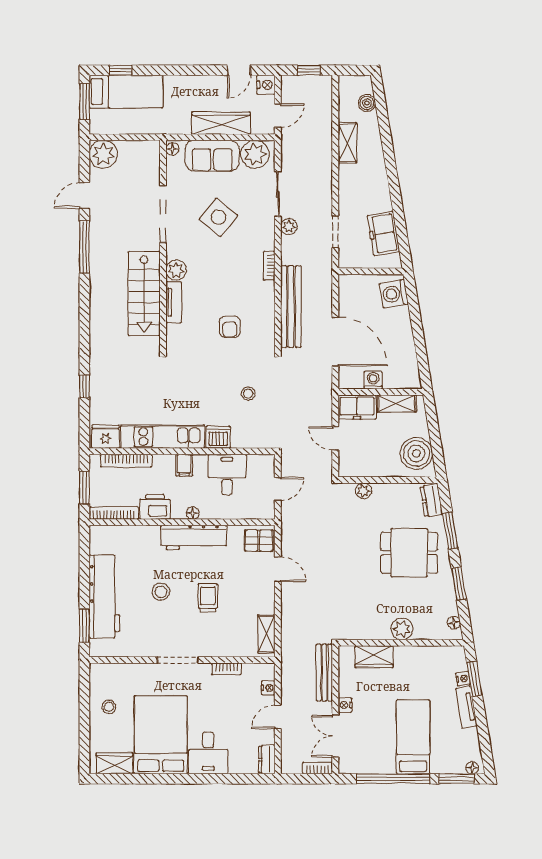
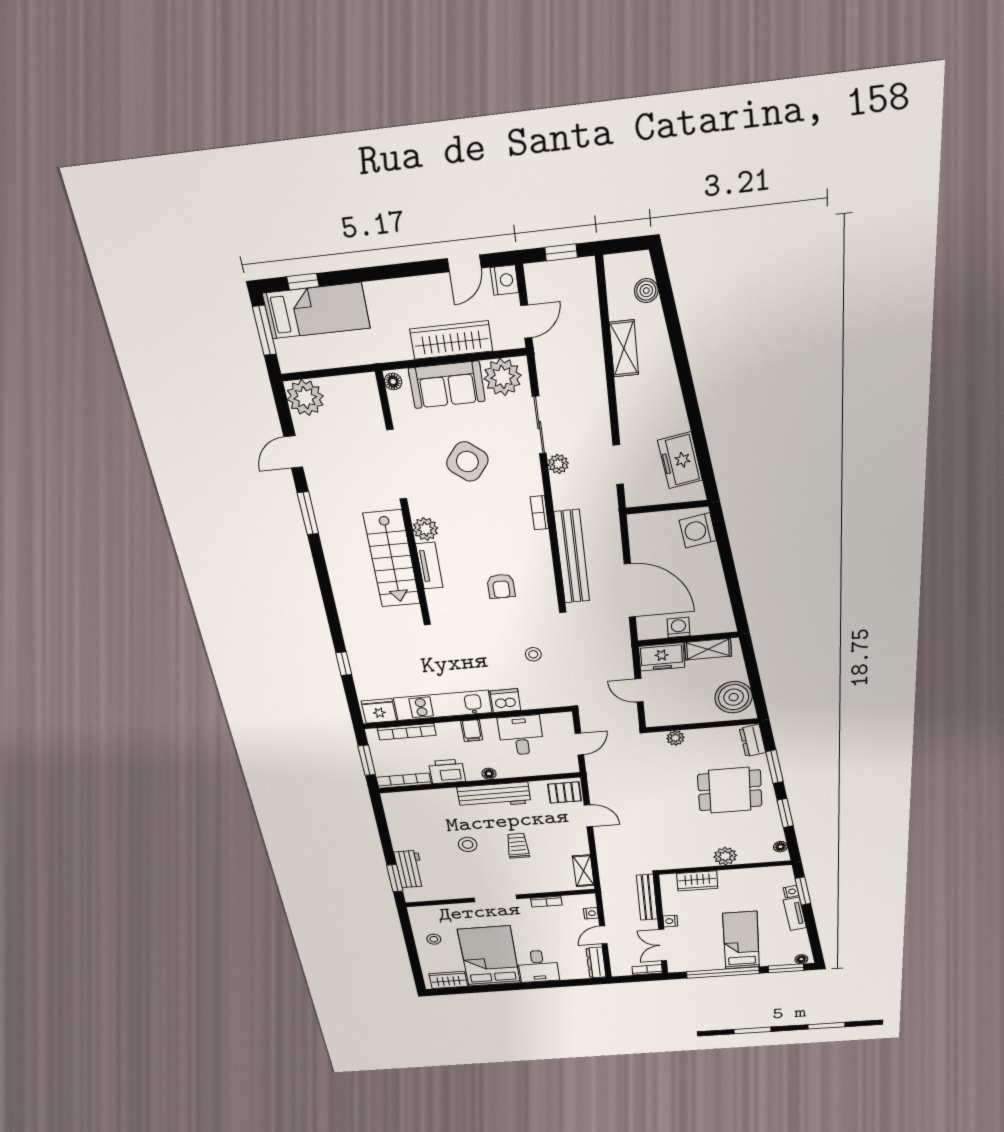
window: (84, 247) -> (308, 513), width x0.69
workbench: (104, 596) -> (410, 869), width x0.53, depth x0.76
dresser: (267, 760) -> (596, 963), width x1.44

